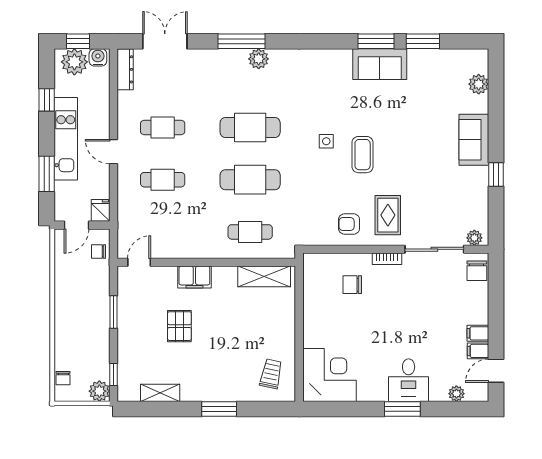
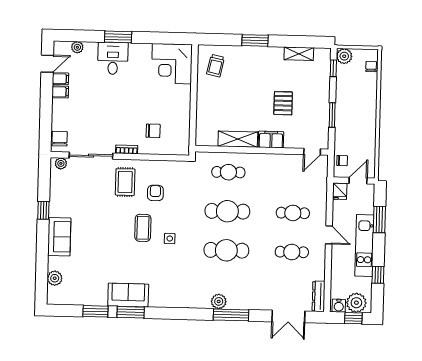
armchair: (349, 224) -> (155, 193), moved, turned -90
shelving: (264, 276) -> (238, 139), moved

